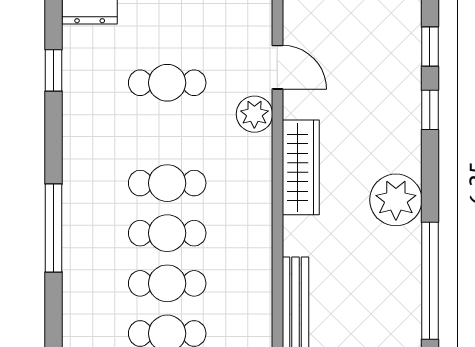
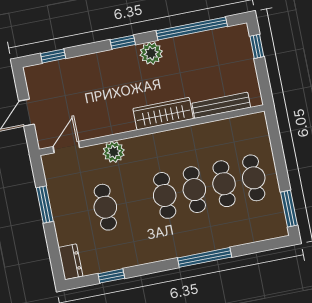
door: (277, 67) -> (66, 147), moved
window: (430, 110) -> (123, 42), moved
wardrobe: (301, 167) -> (163, 114), moved
plant: (396, 200) -> (151, 53), width x0.73, depth x0.73

